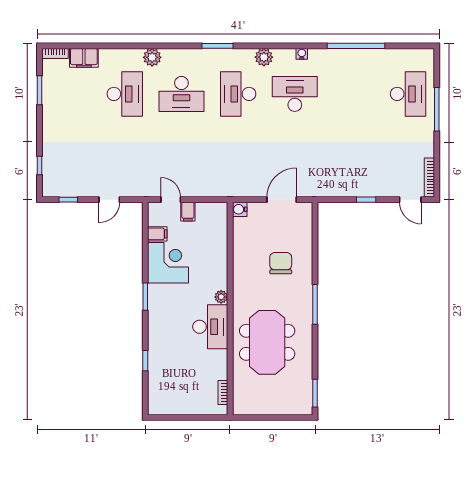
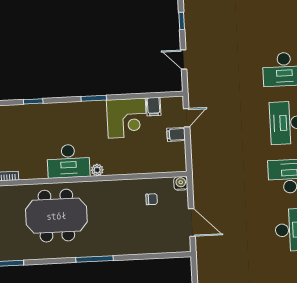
chair: (281, 263) -> (152, 199), moved, width x0.54, depth x0.54

